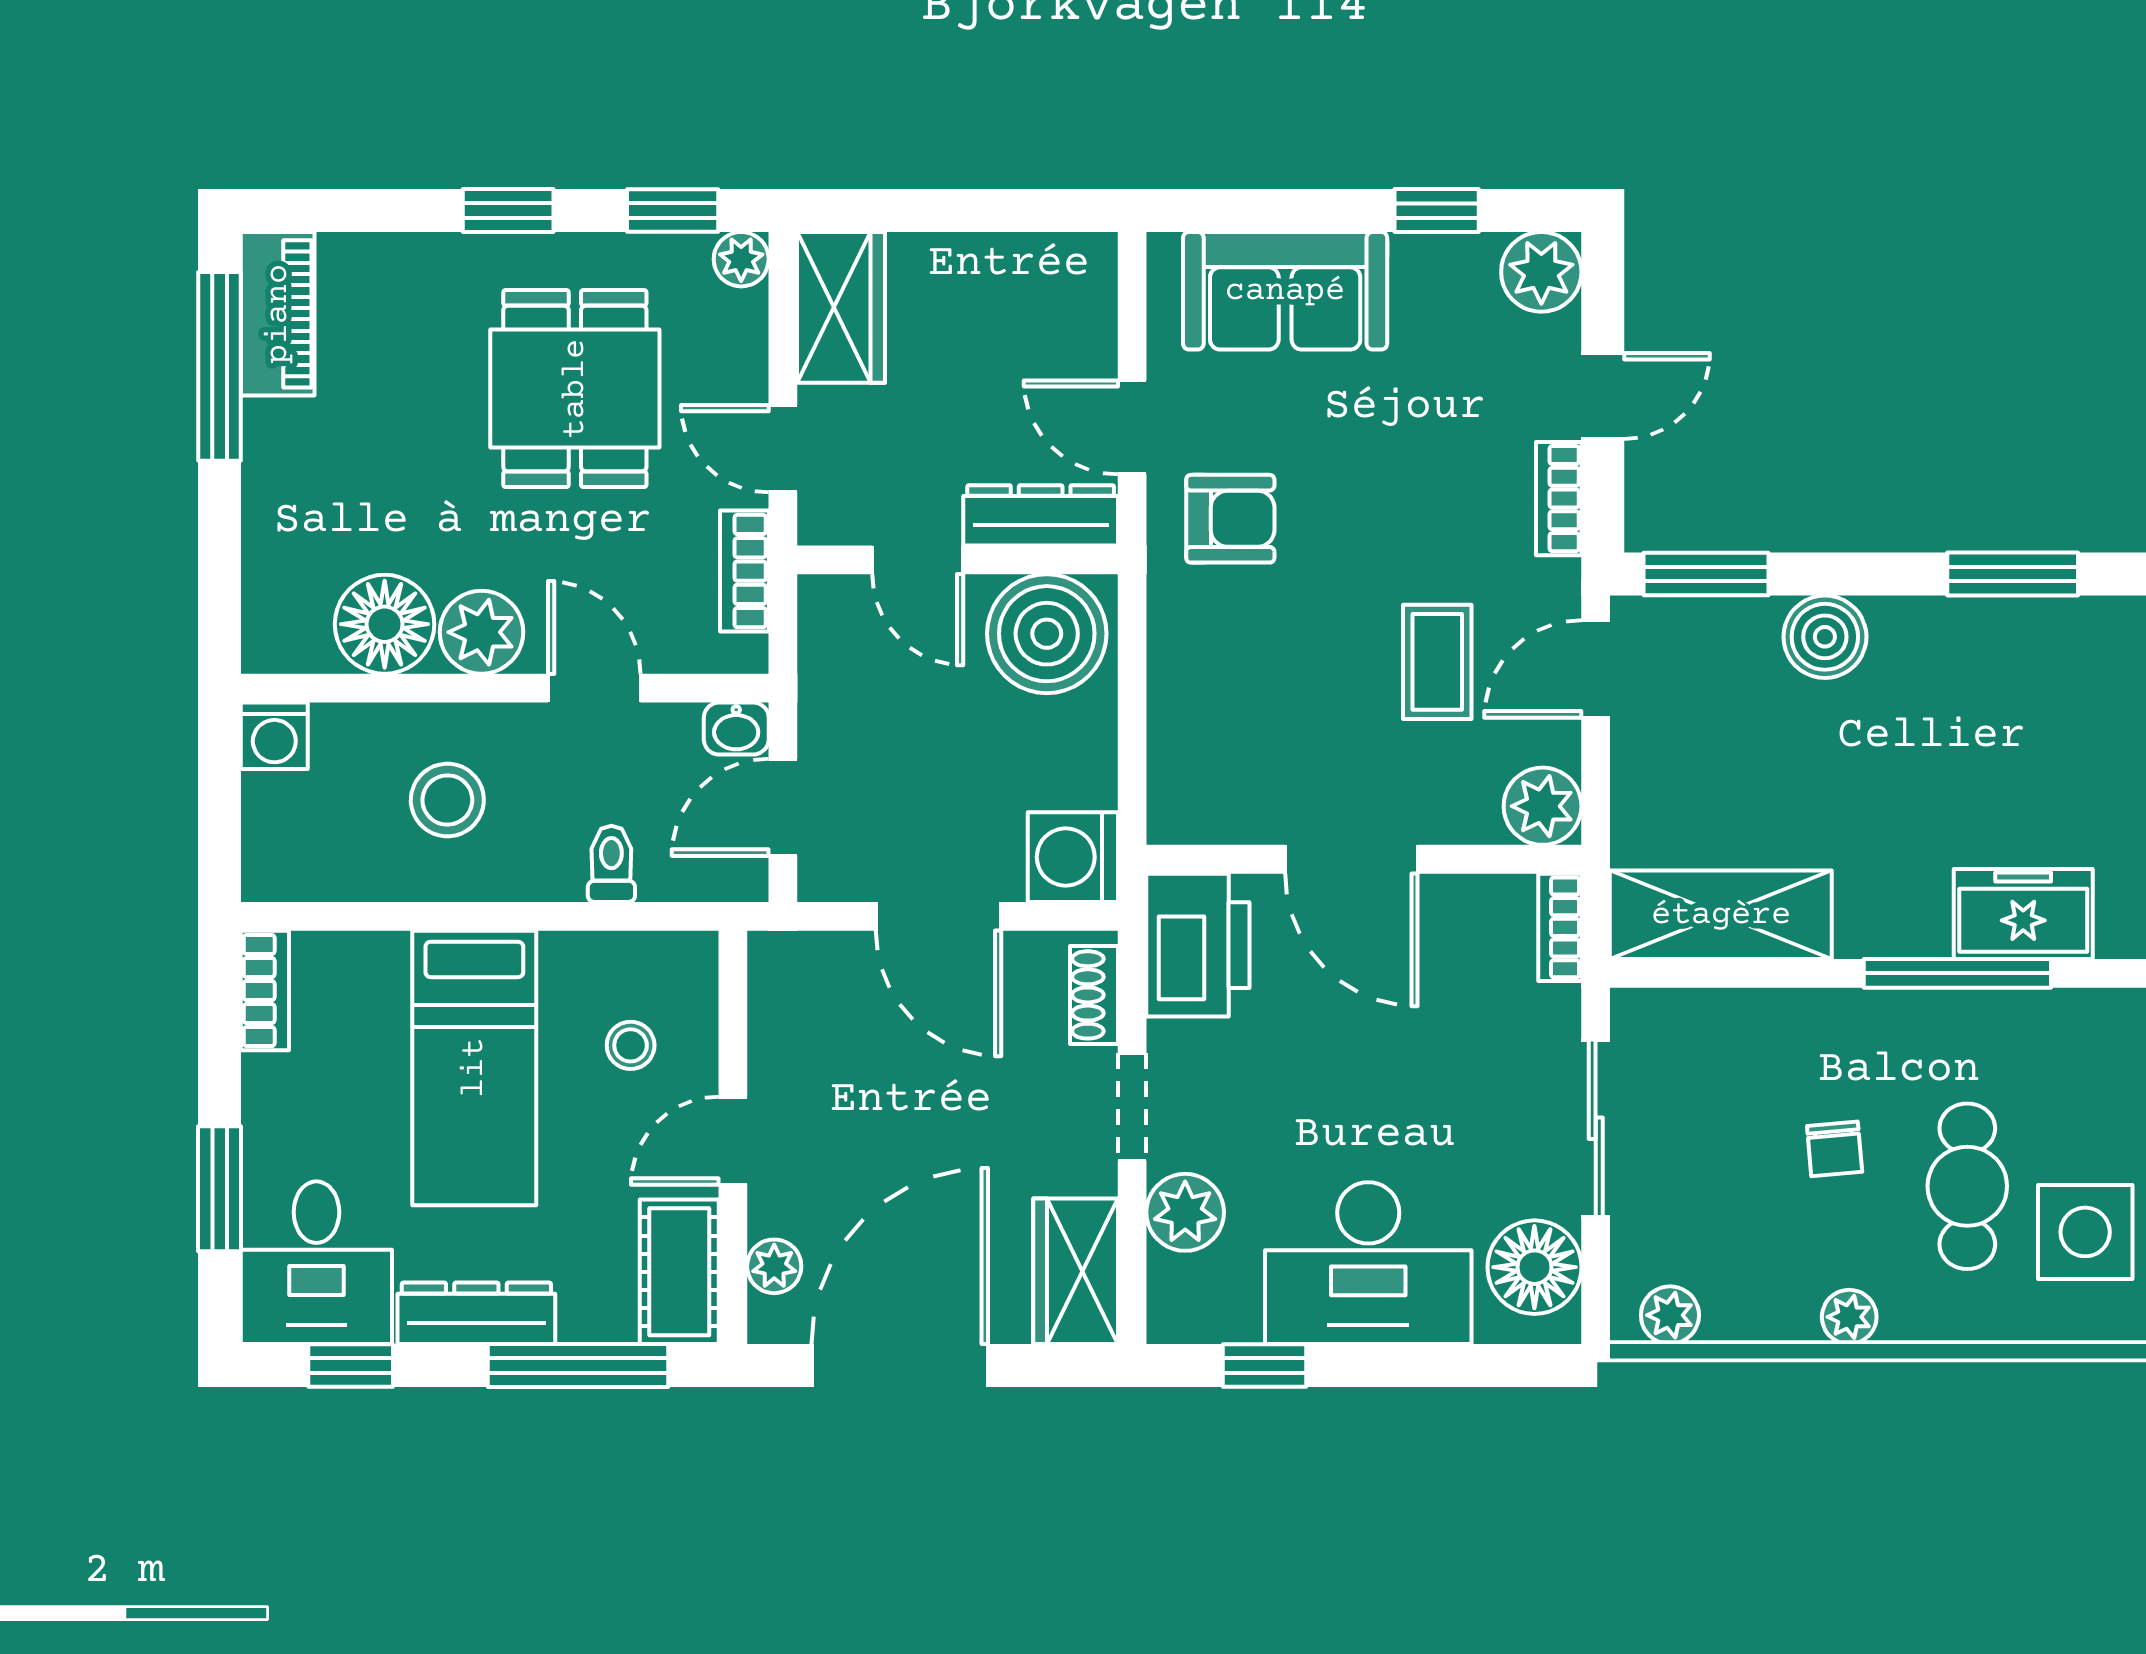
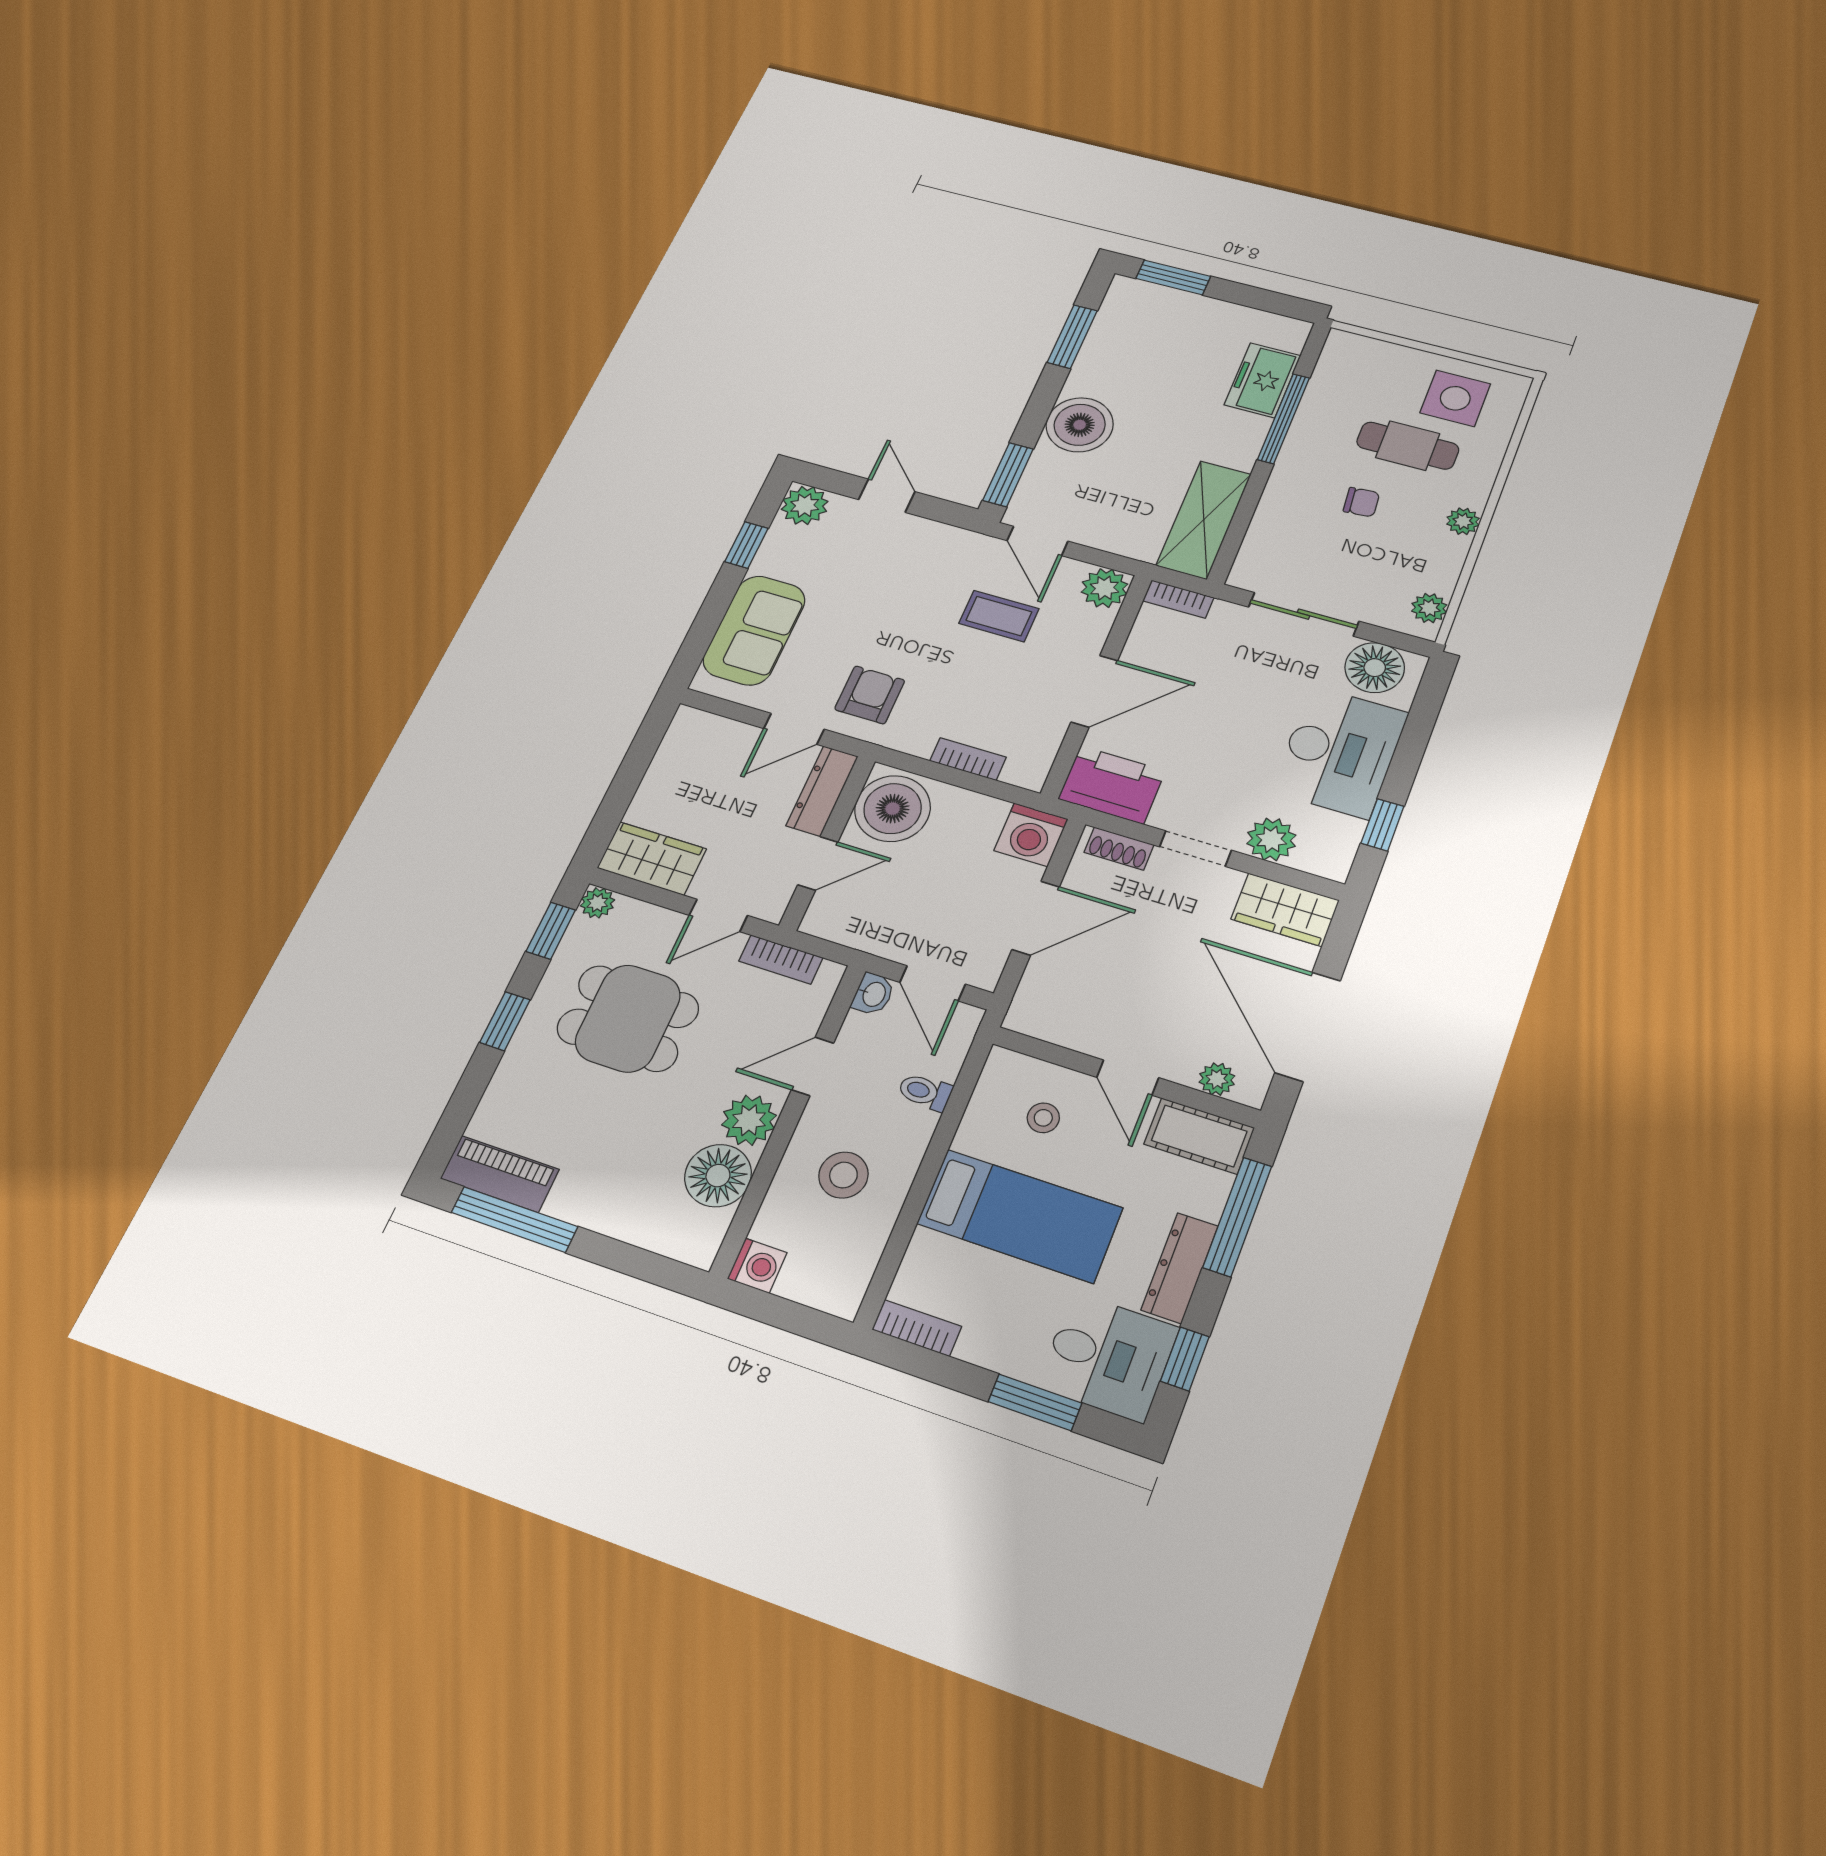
bookcase: (1559, 499) -> (968, 759), moved, turned 180
boiler: (1825, 637) -> (1080, 425), width x1.37, depth x1.37

